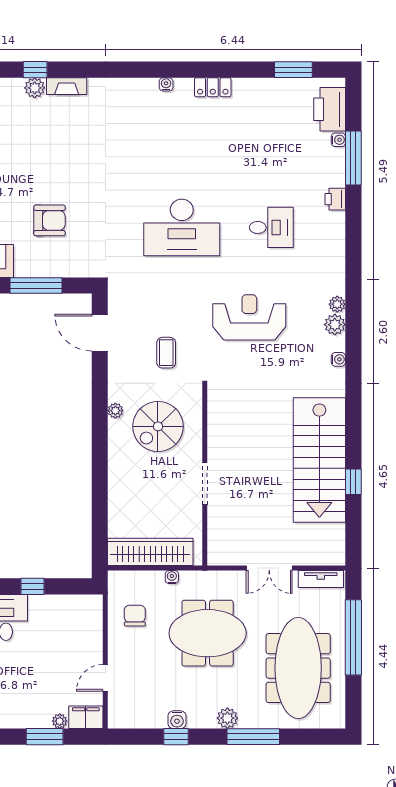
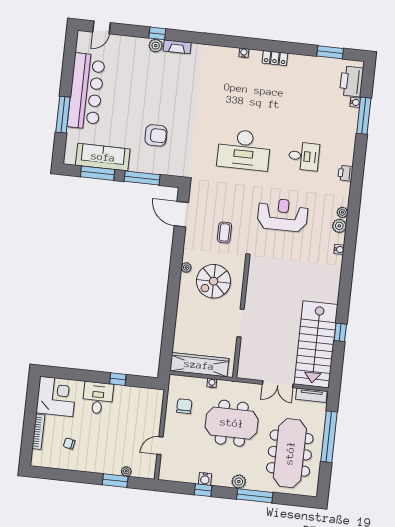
printer: (335, 199) -> (345, 173), moved
stairs: (319, 460) -> (316, 344), moved
filing cabinet: (86, 717) -> (144, 471), removed

